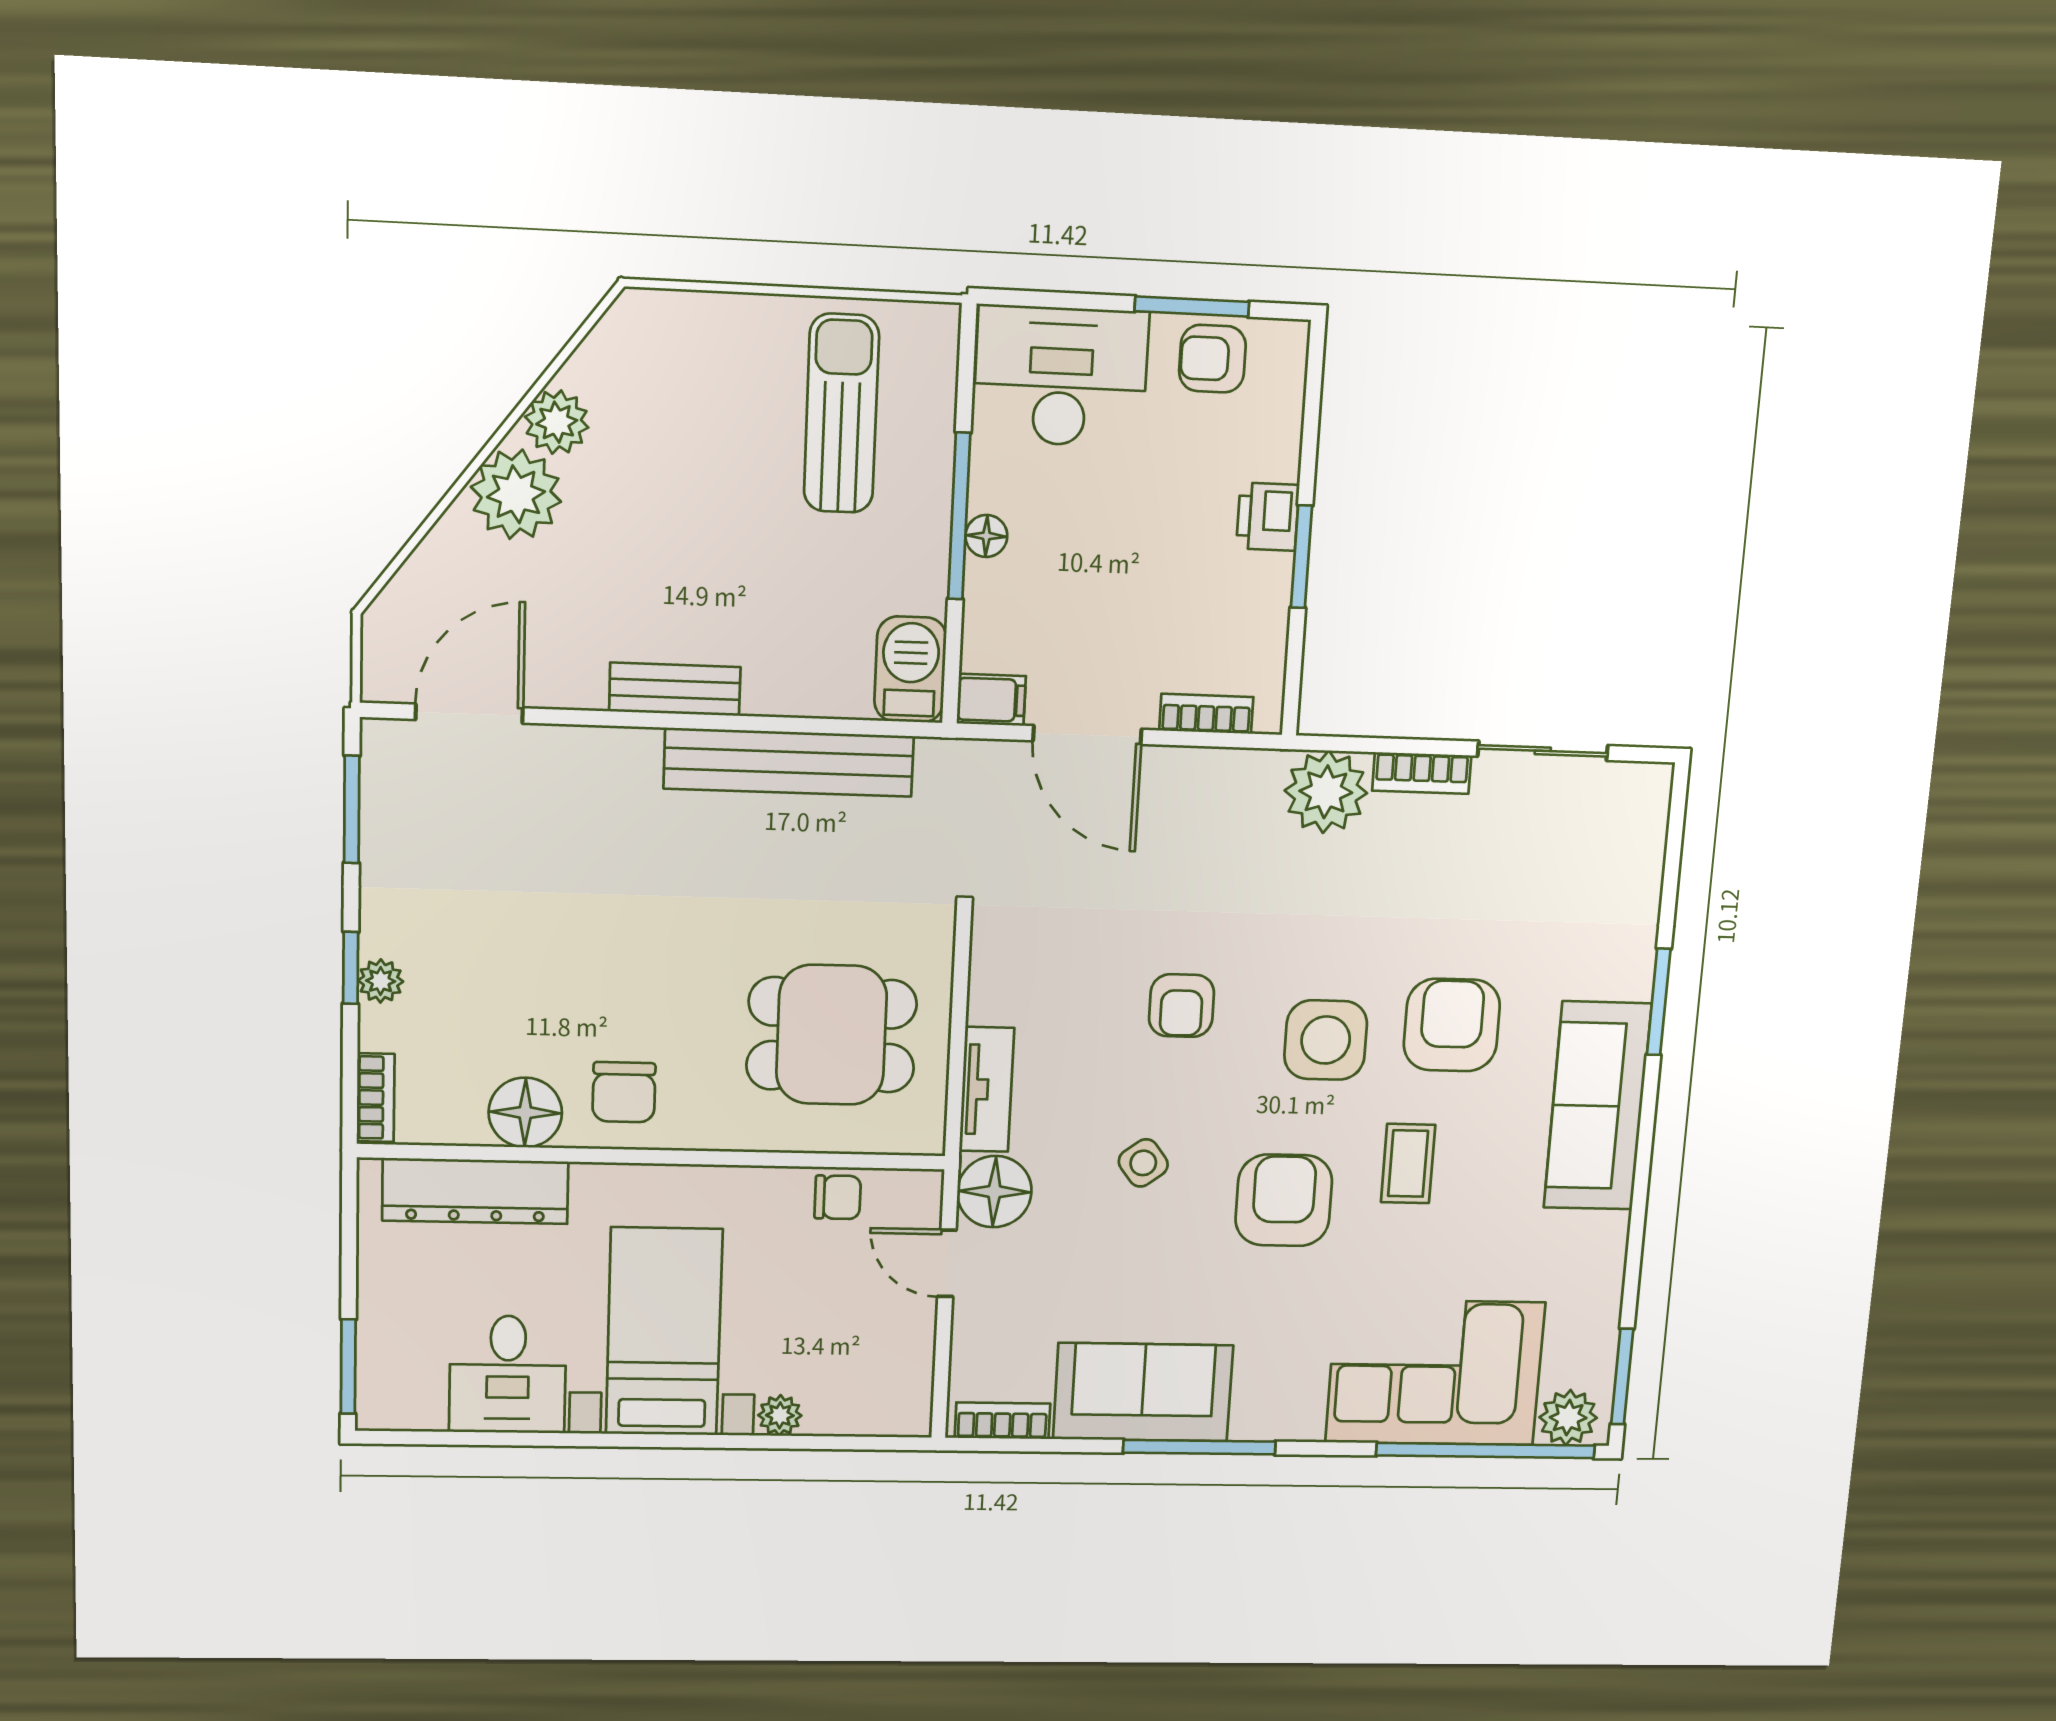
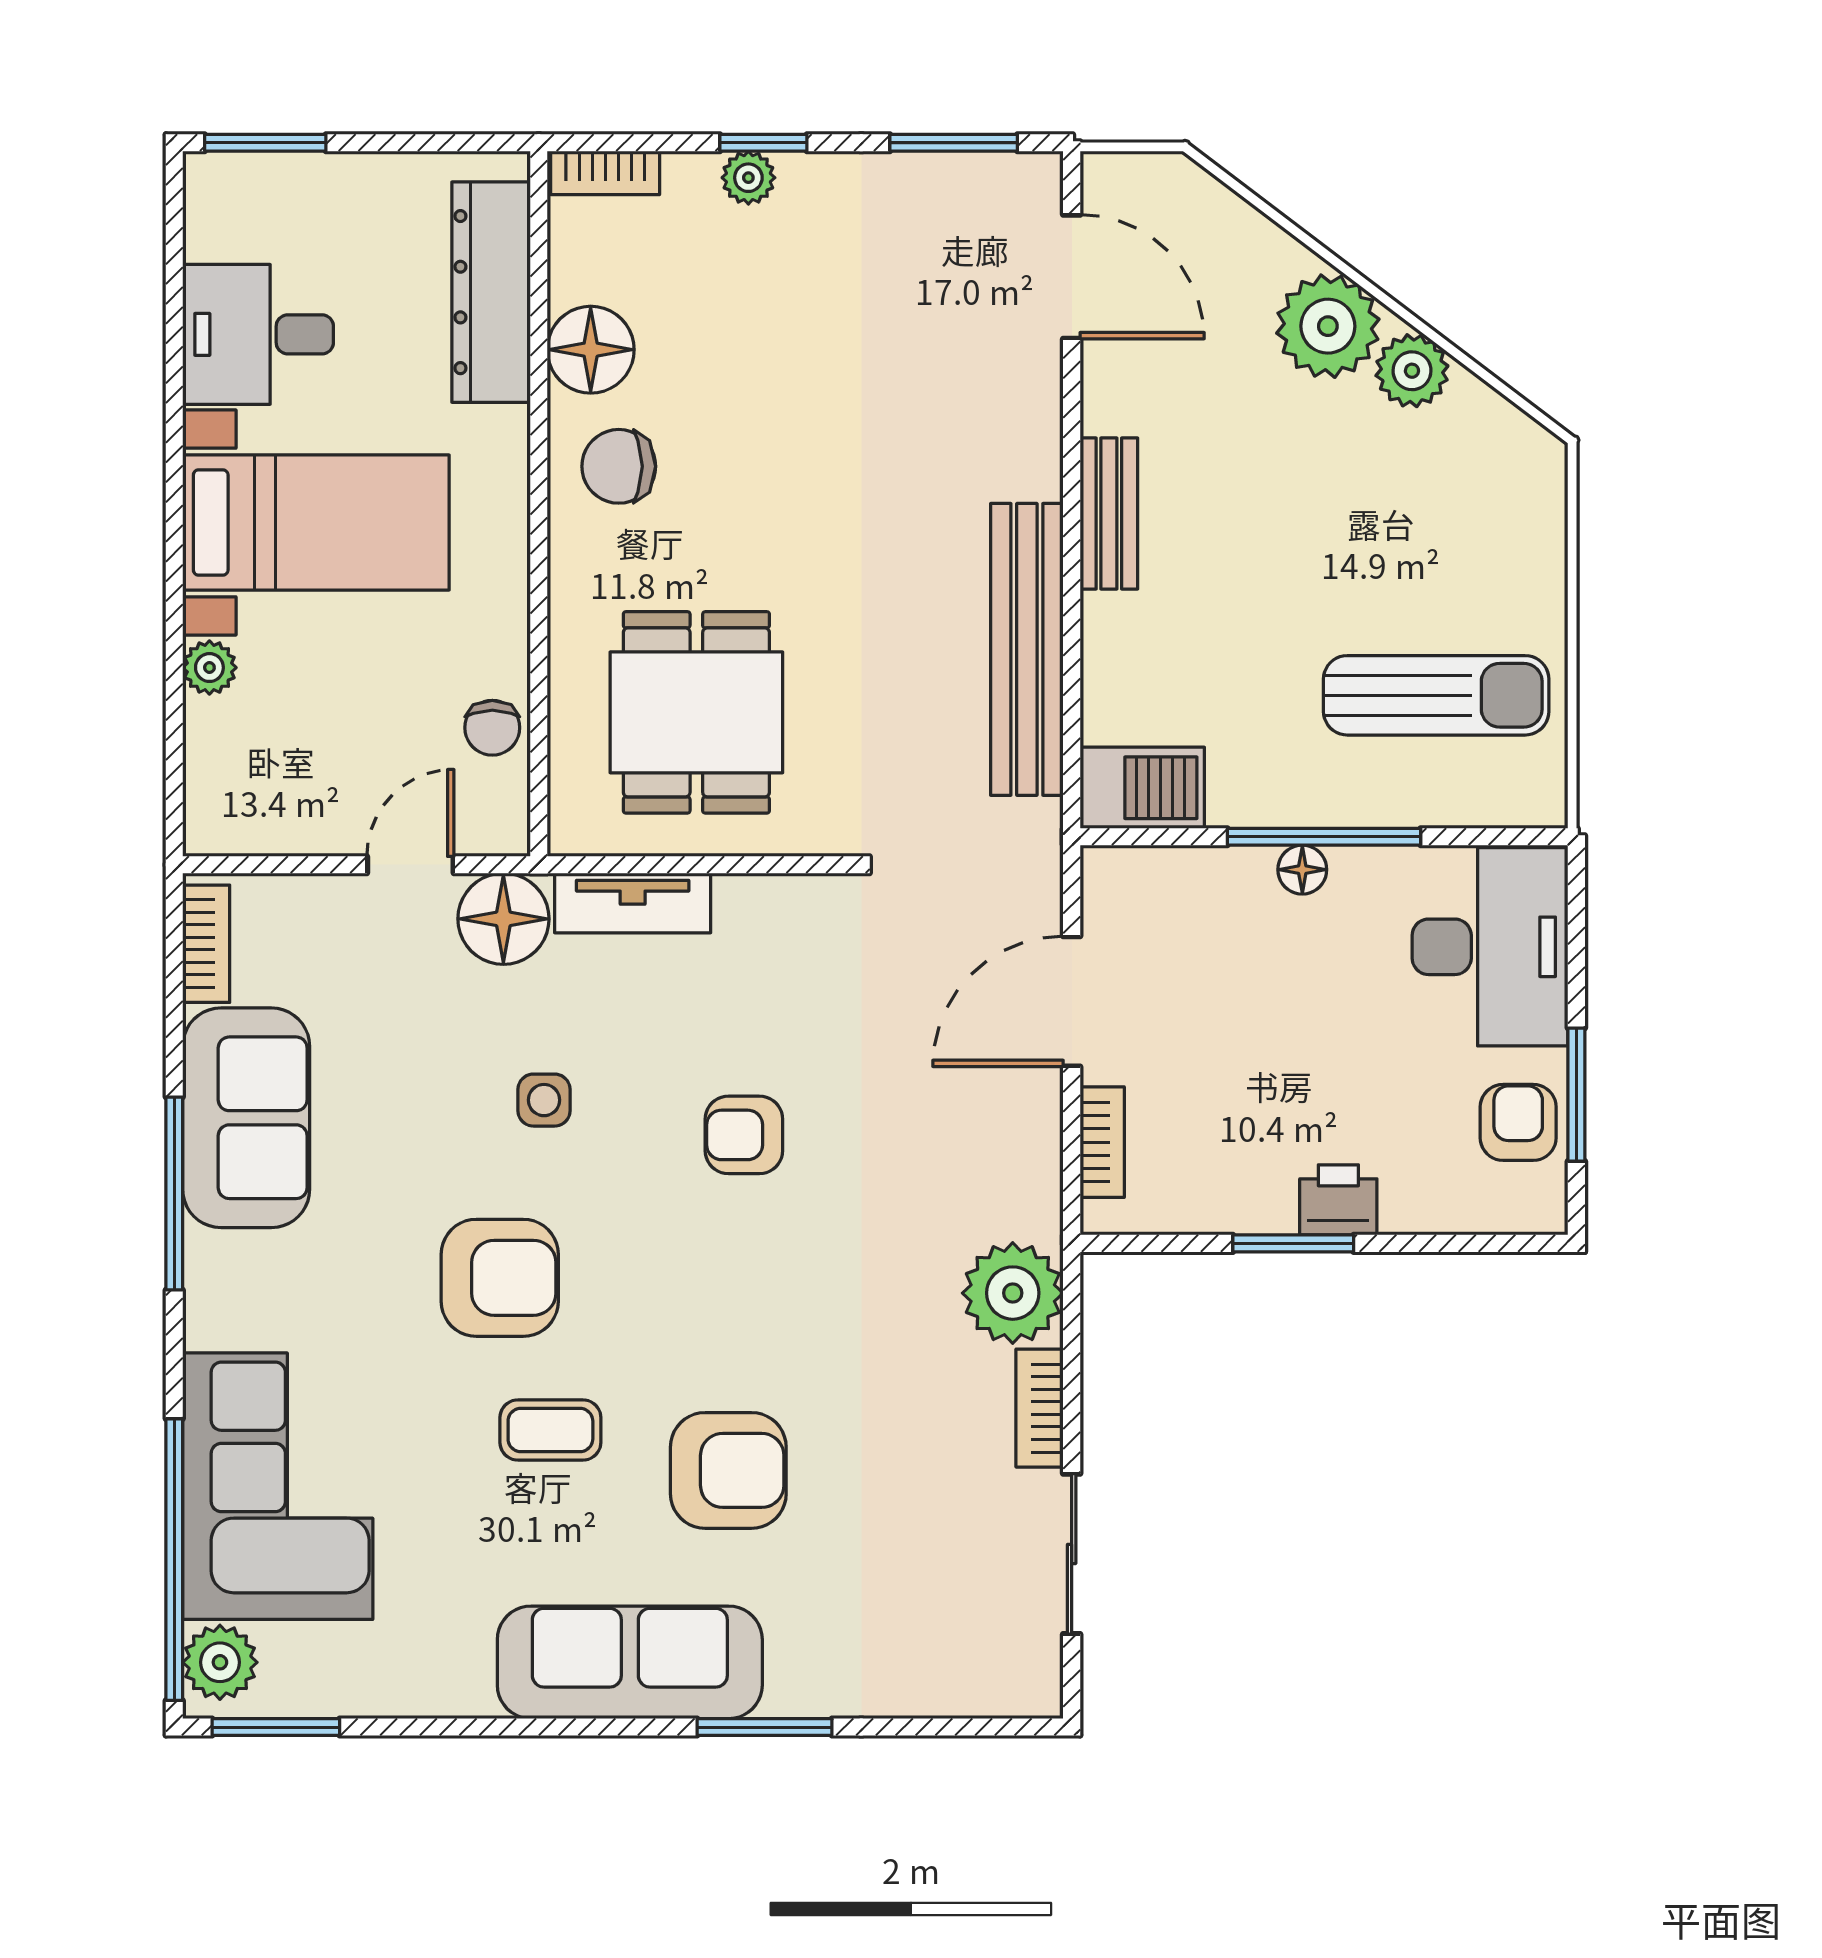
filing cabinet: (991, 700) -> (1110, 885), removed
side table: (1326, 1040) -> (705, 1315), removed
side table: (1143, 1163) -> (544, 1100), turned 37

